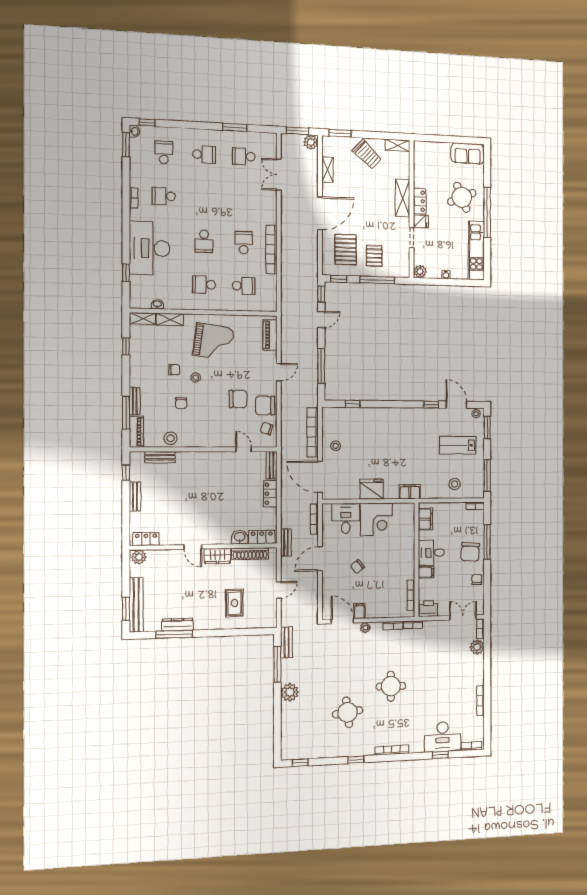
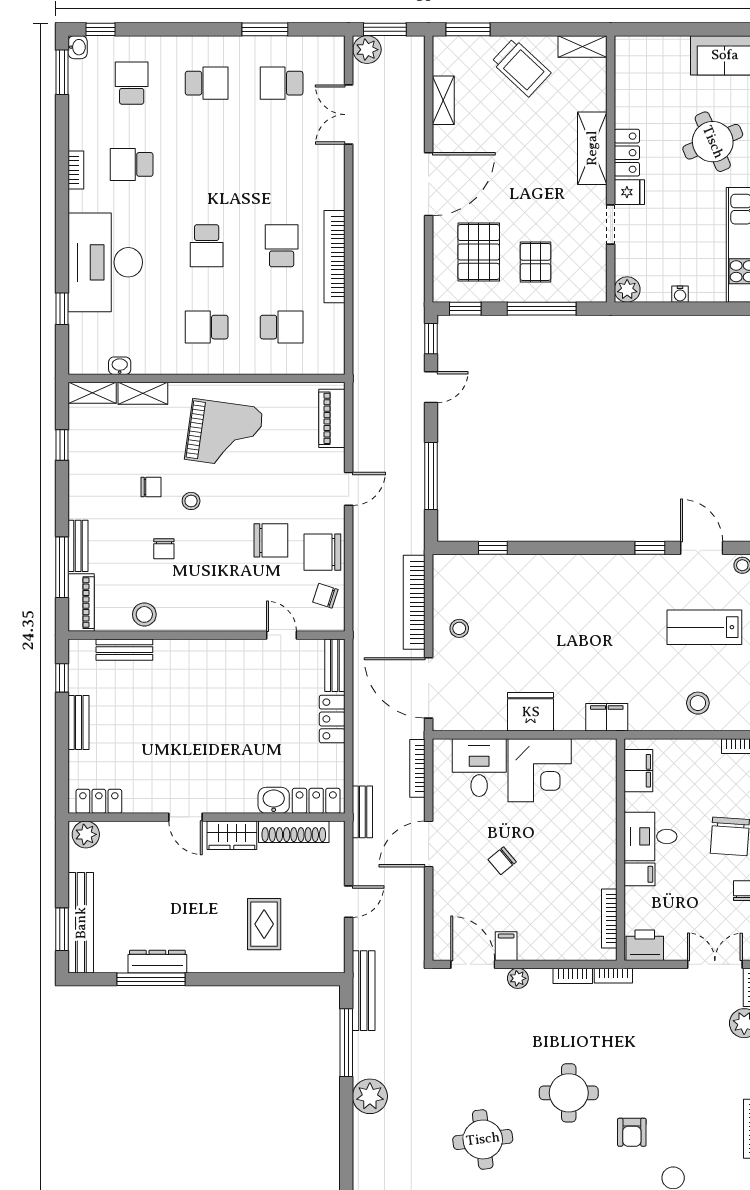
plant: (311, 142) -> (367, 50), moved
bench: (287, 642) -> (364, 991), width x1.36
armchair: (422, 705) -> (632, 1132), added

